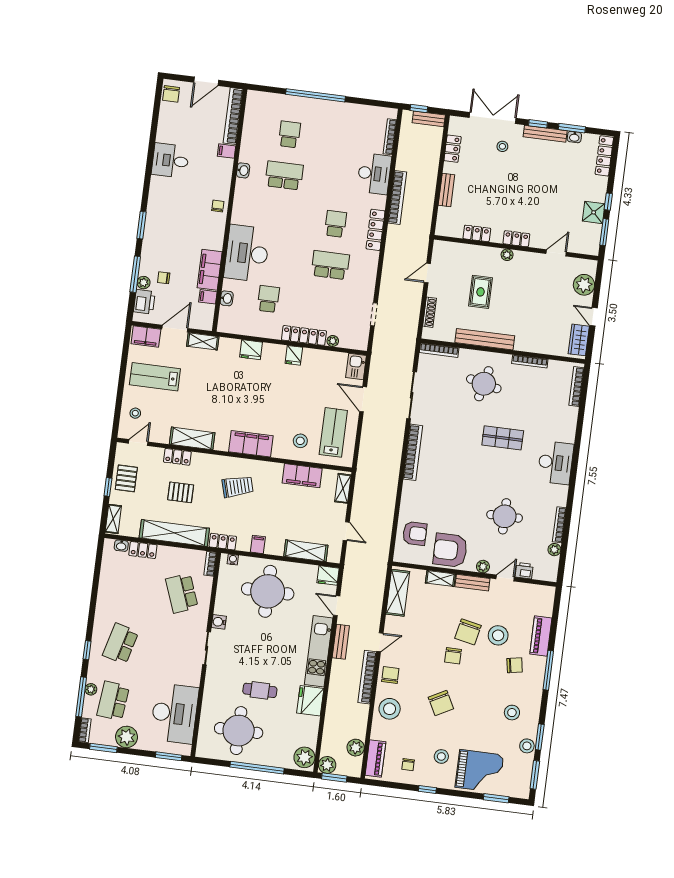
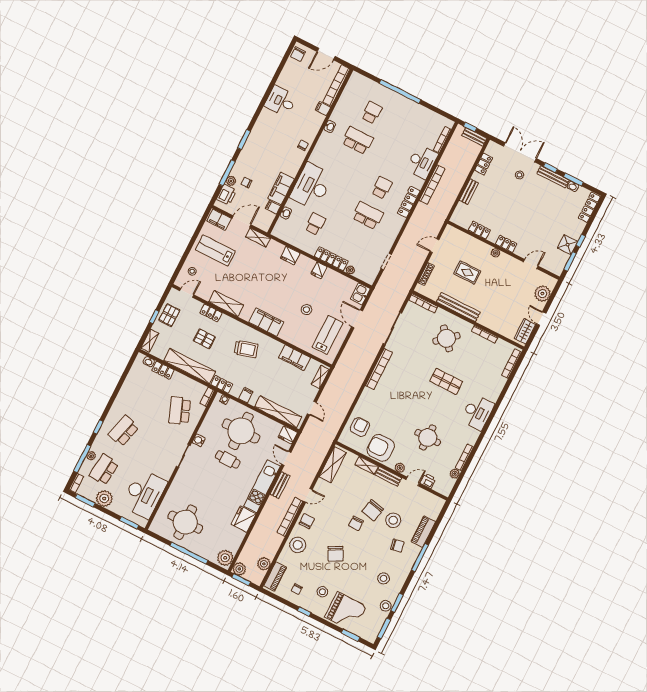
rug: (480, 292) -> (467, 272), turned 90
round table: (484, 384) -> (446, 338), turned 36
stool: (300, 441) -> (306, 310), moved
armchair: (415, 533) -> (360, 427), turned -90
shelving: (306, 551) -> (278, 412), width x1.47
cafe table: (260, 690) -> (228, 459), moved

